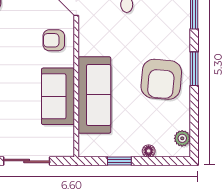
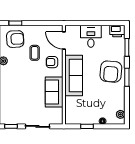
coffee table: (21, 23) -> (35, 53), added
armchair: (161, 79) -> (111, 72), moved
sofa: (94, 95) -> (74, 76), moved

